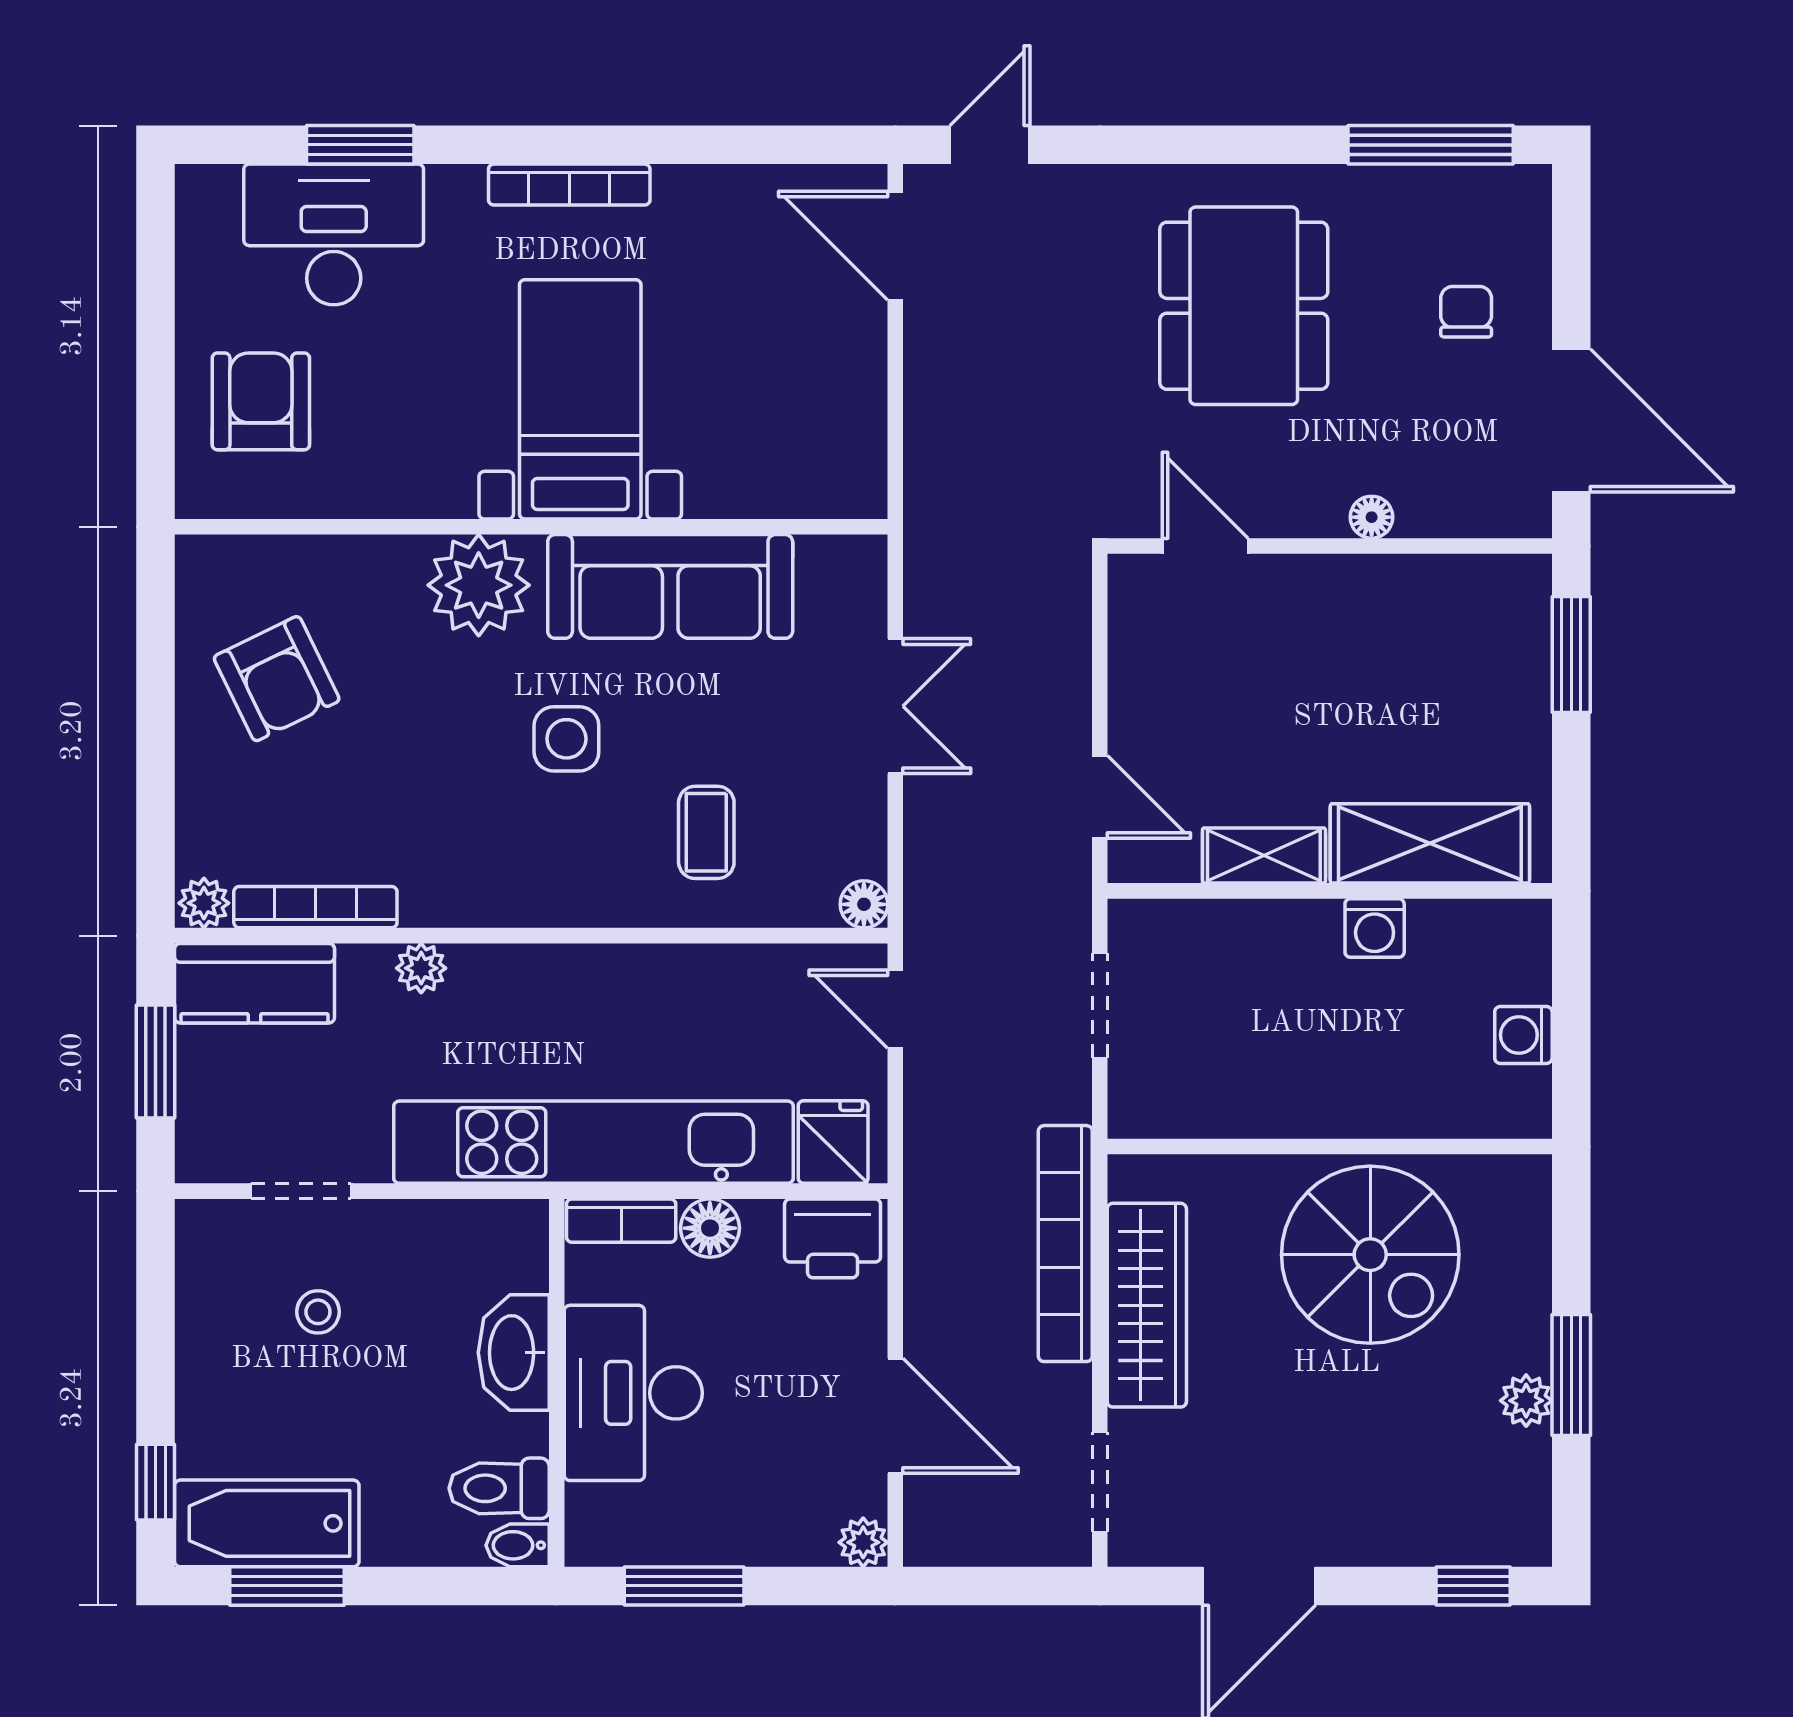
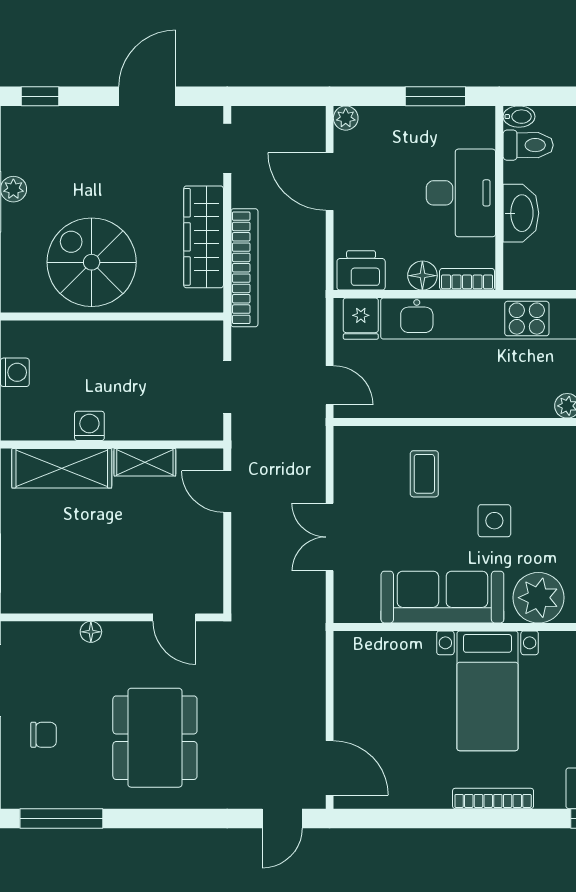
chair: (1466, 312) -> (44, 735), turned -90
floor lamp: (864, 904) -> (345, 438), removed

